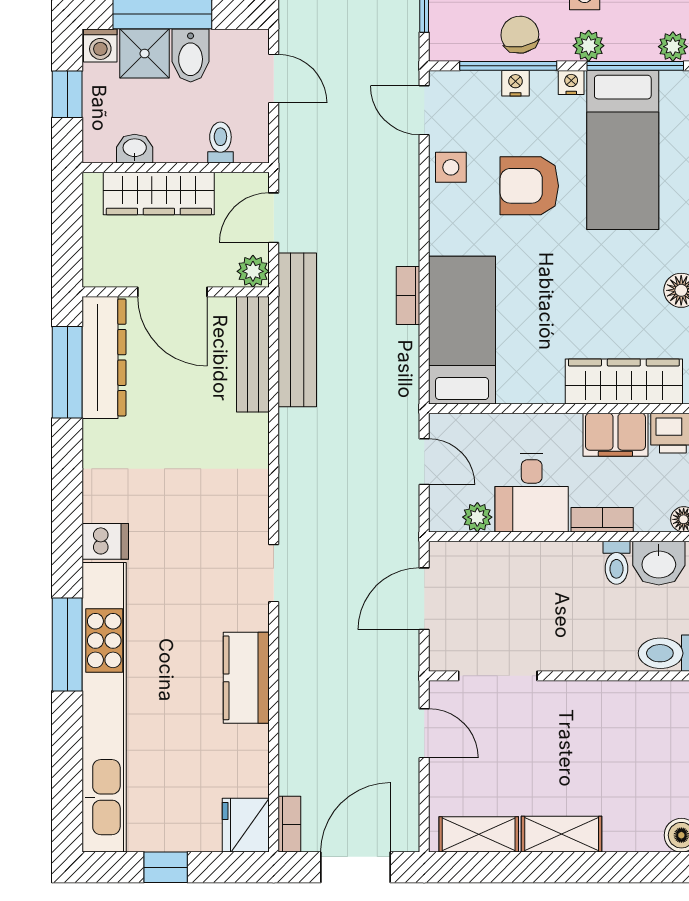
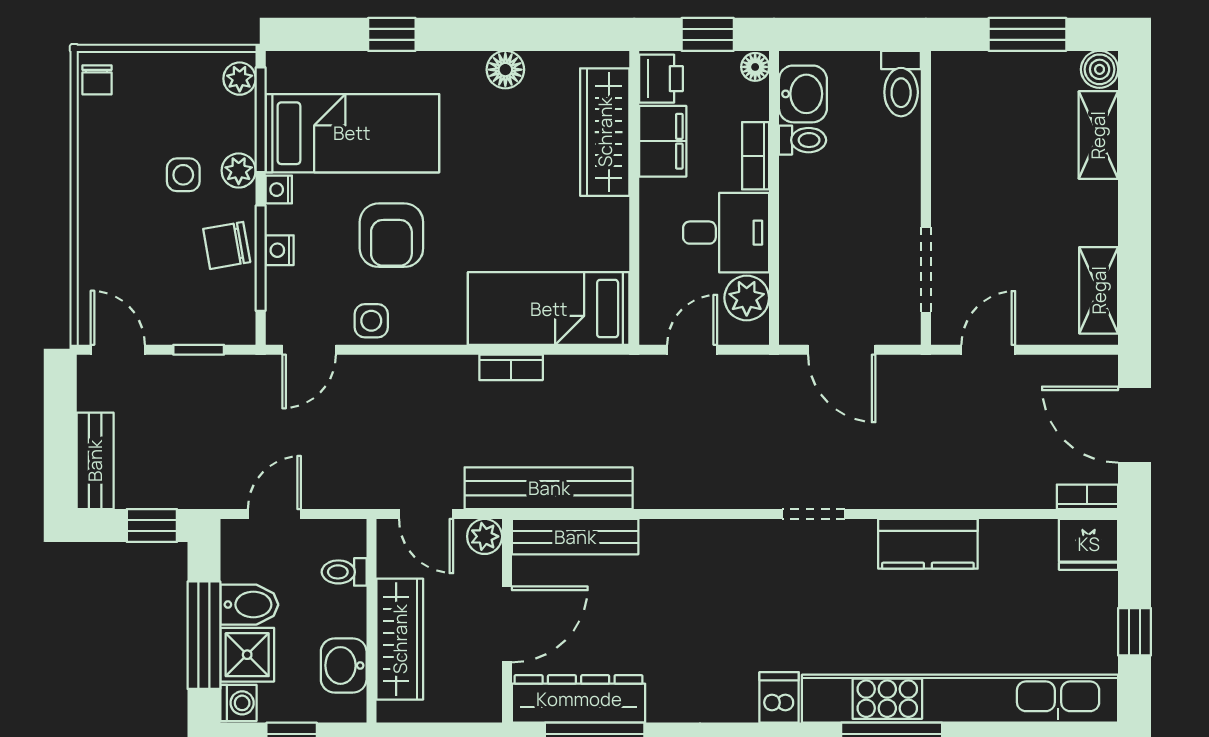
washbasin: (135, 149) -> (344, 665), width x1.38, depth x1.45
plant: (477, 517) -> (747, 298), width x1.38, depth x1.38
shelving: (562, 834) -> (1098, 135), moved

